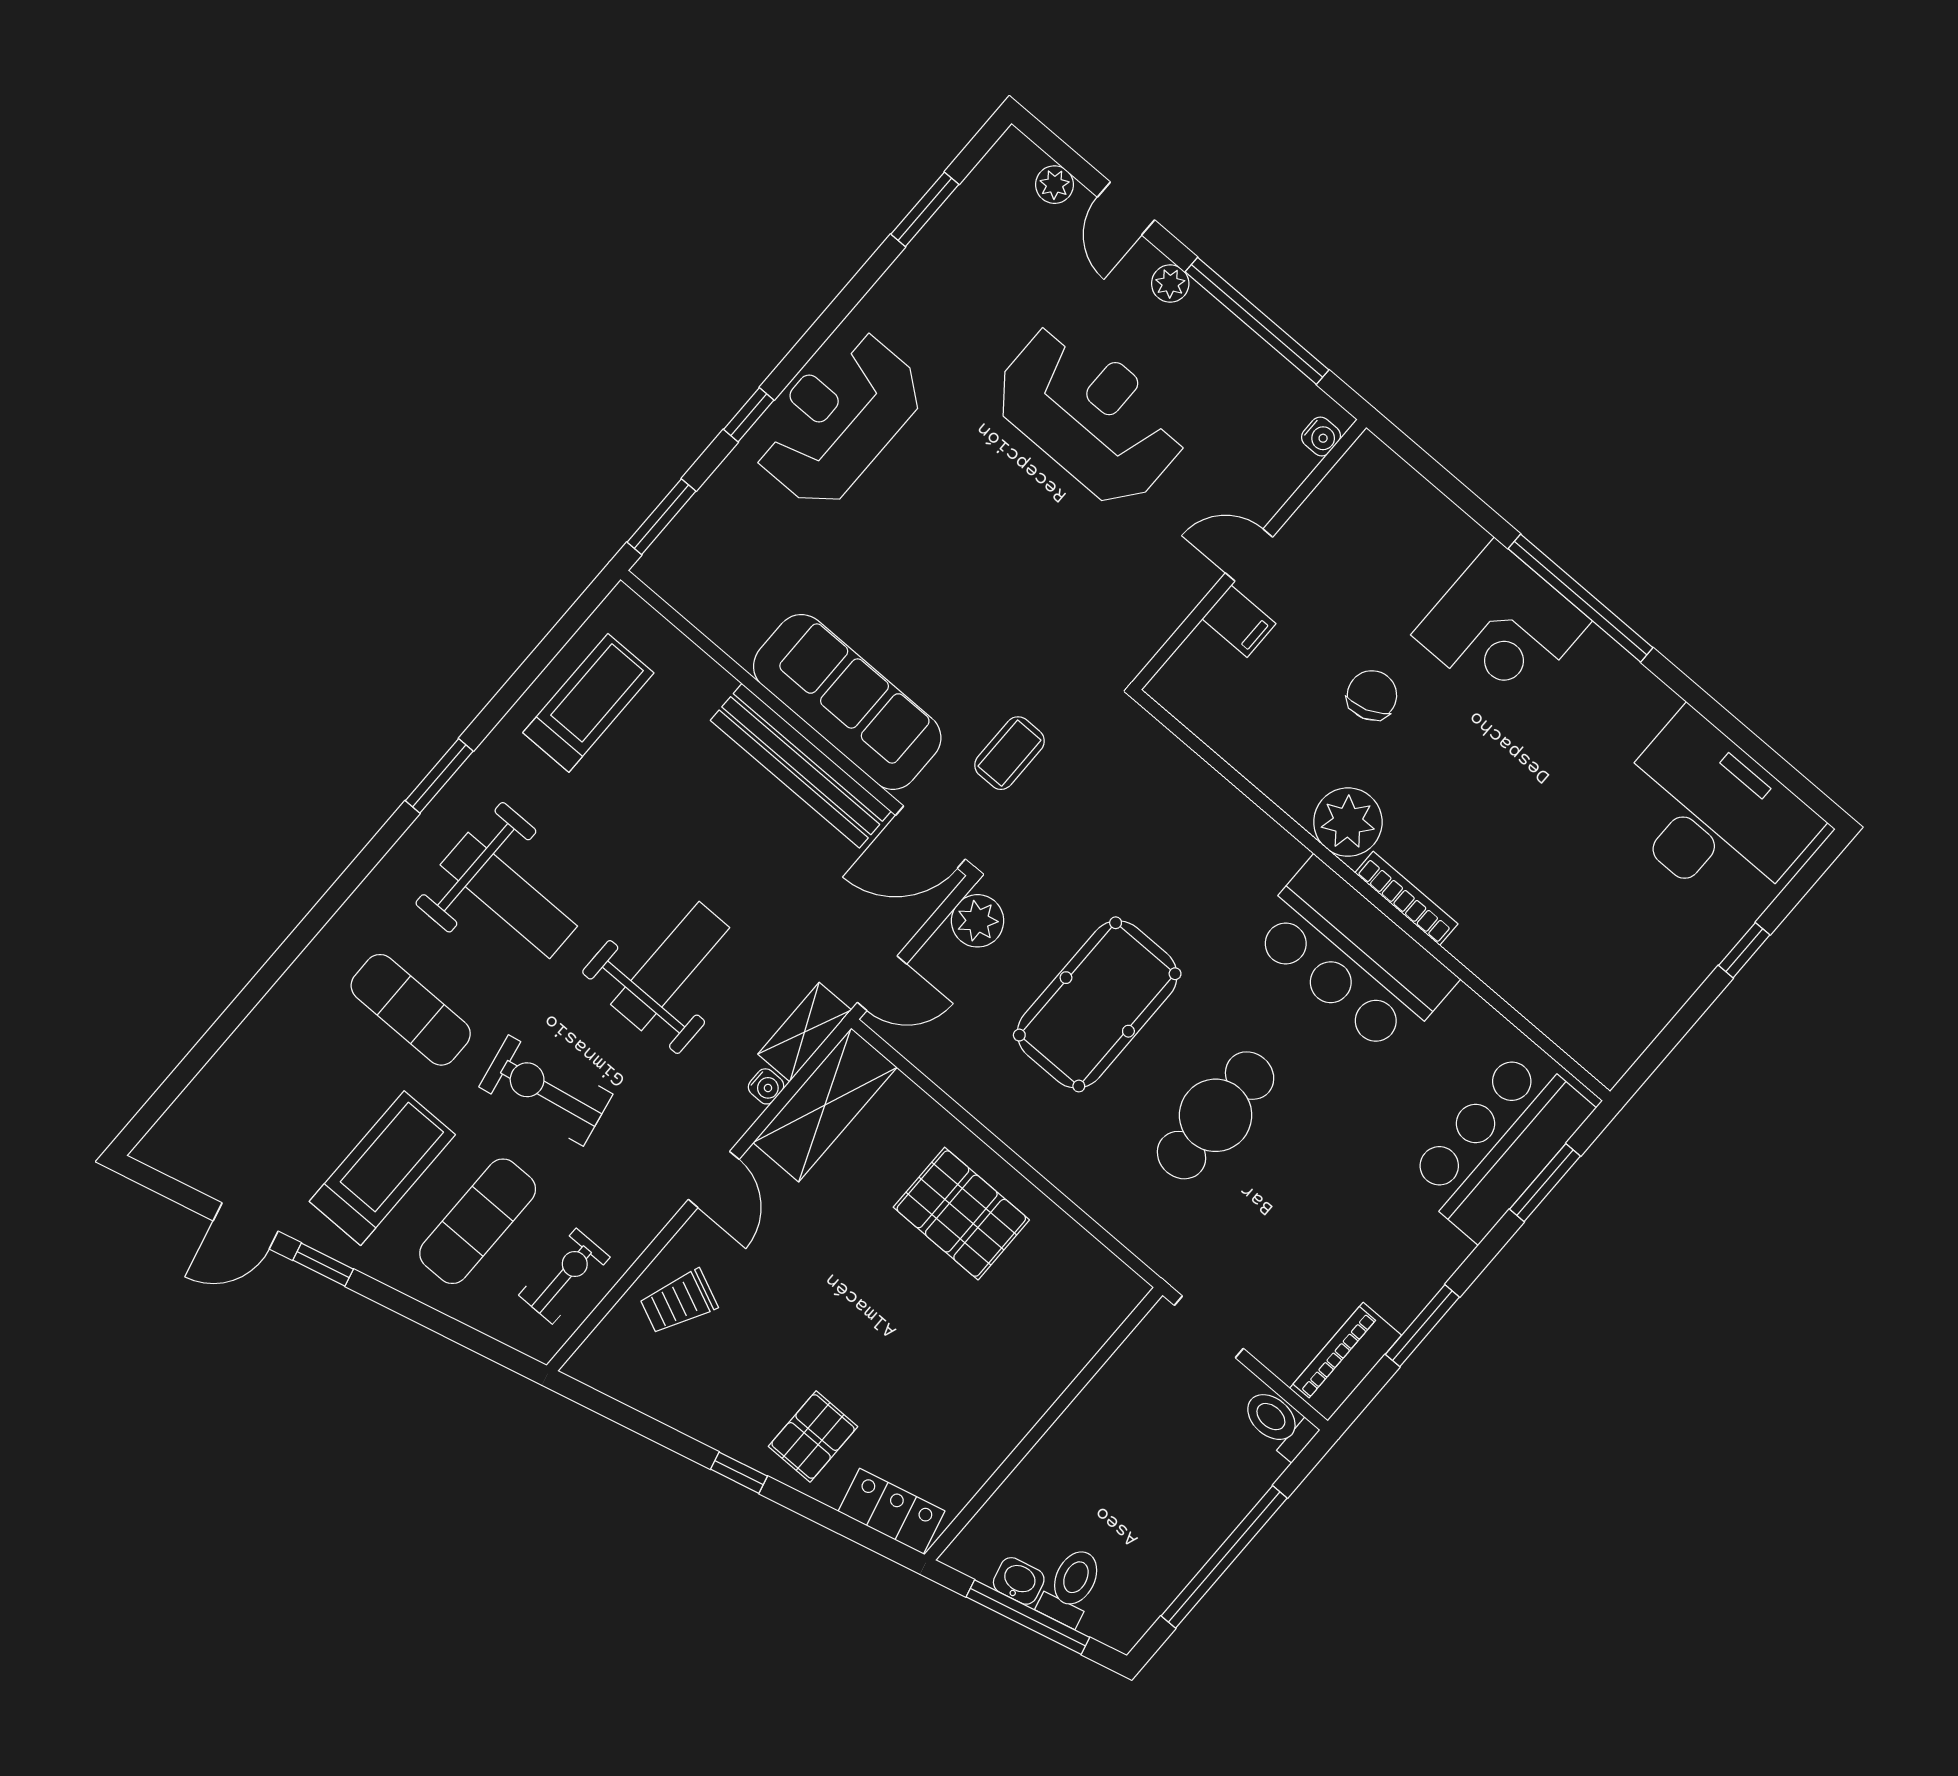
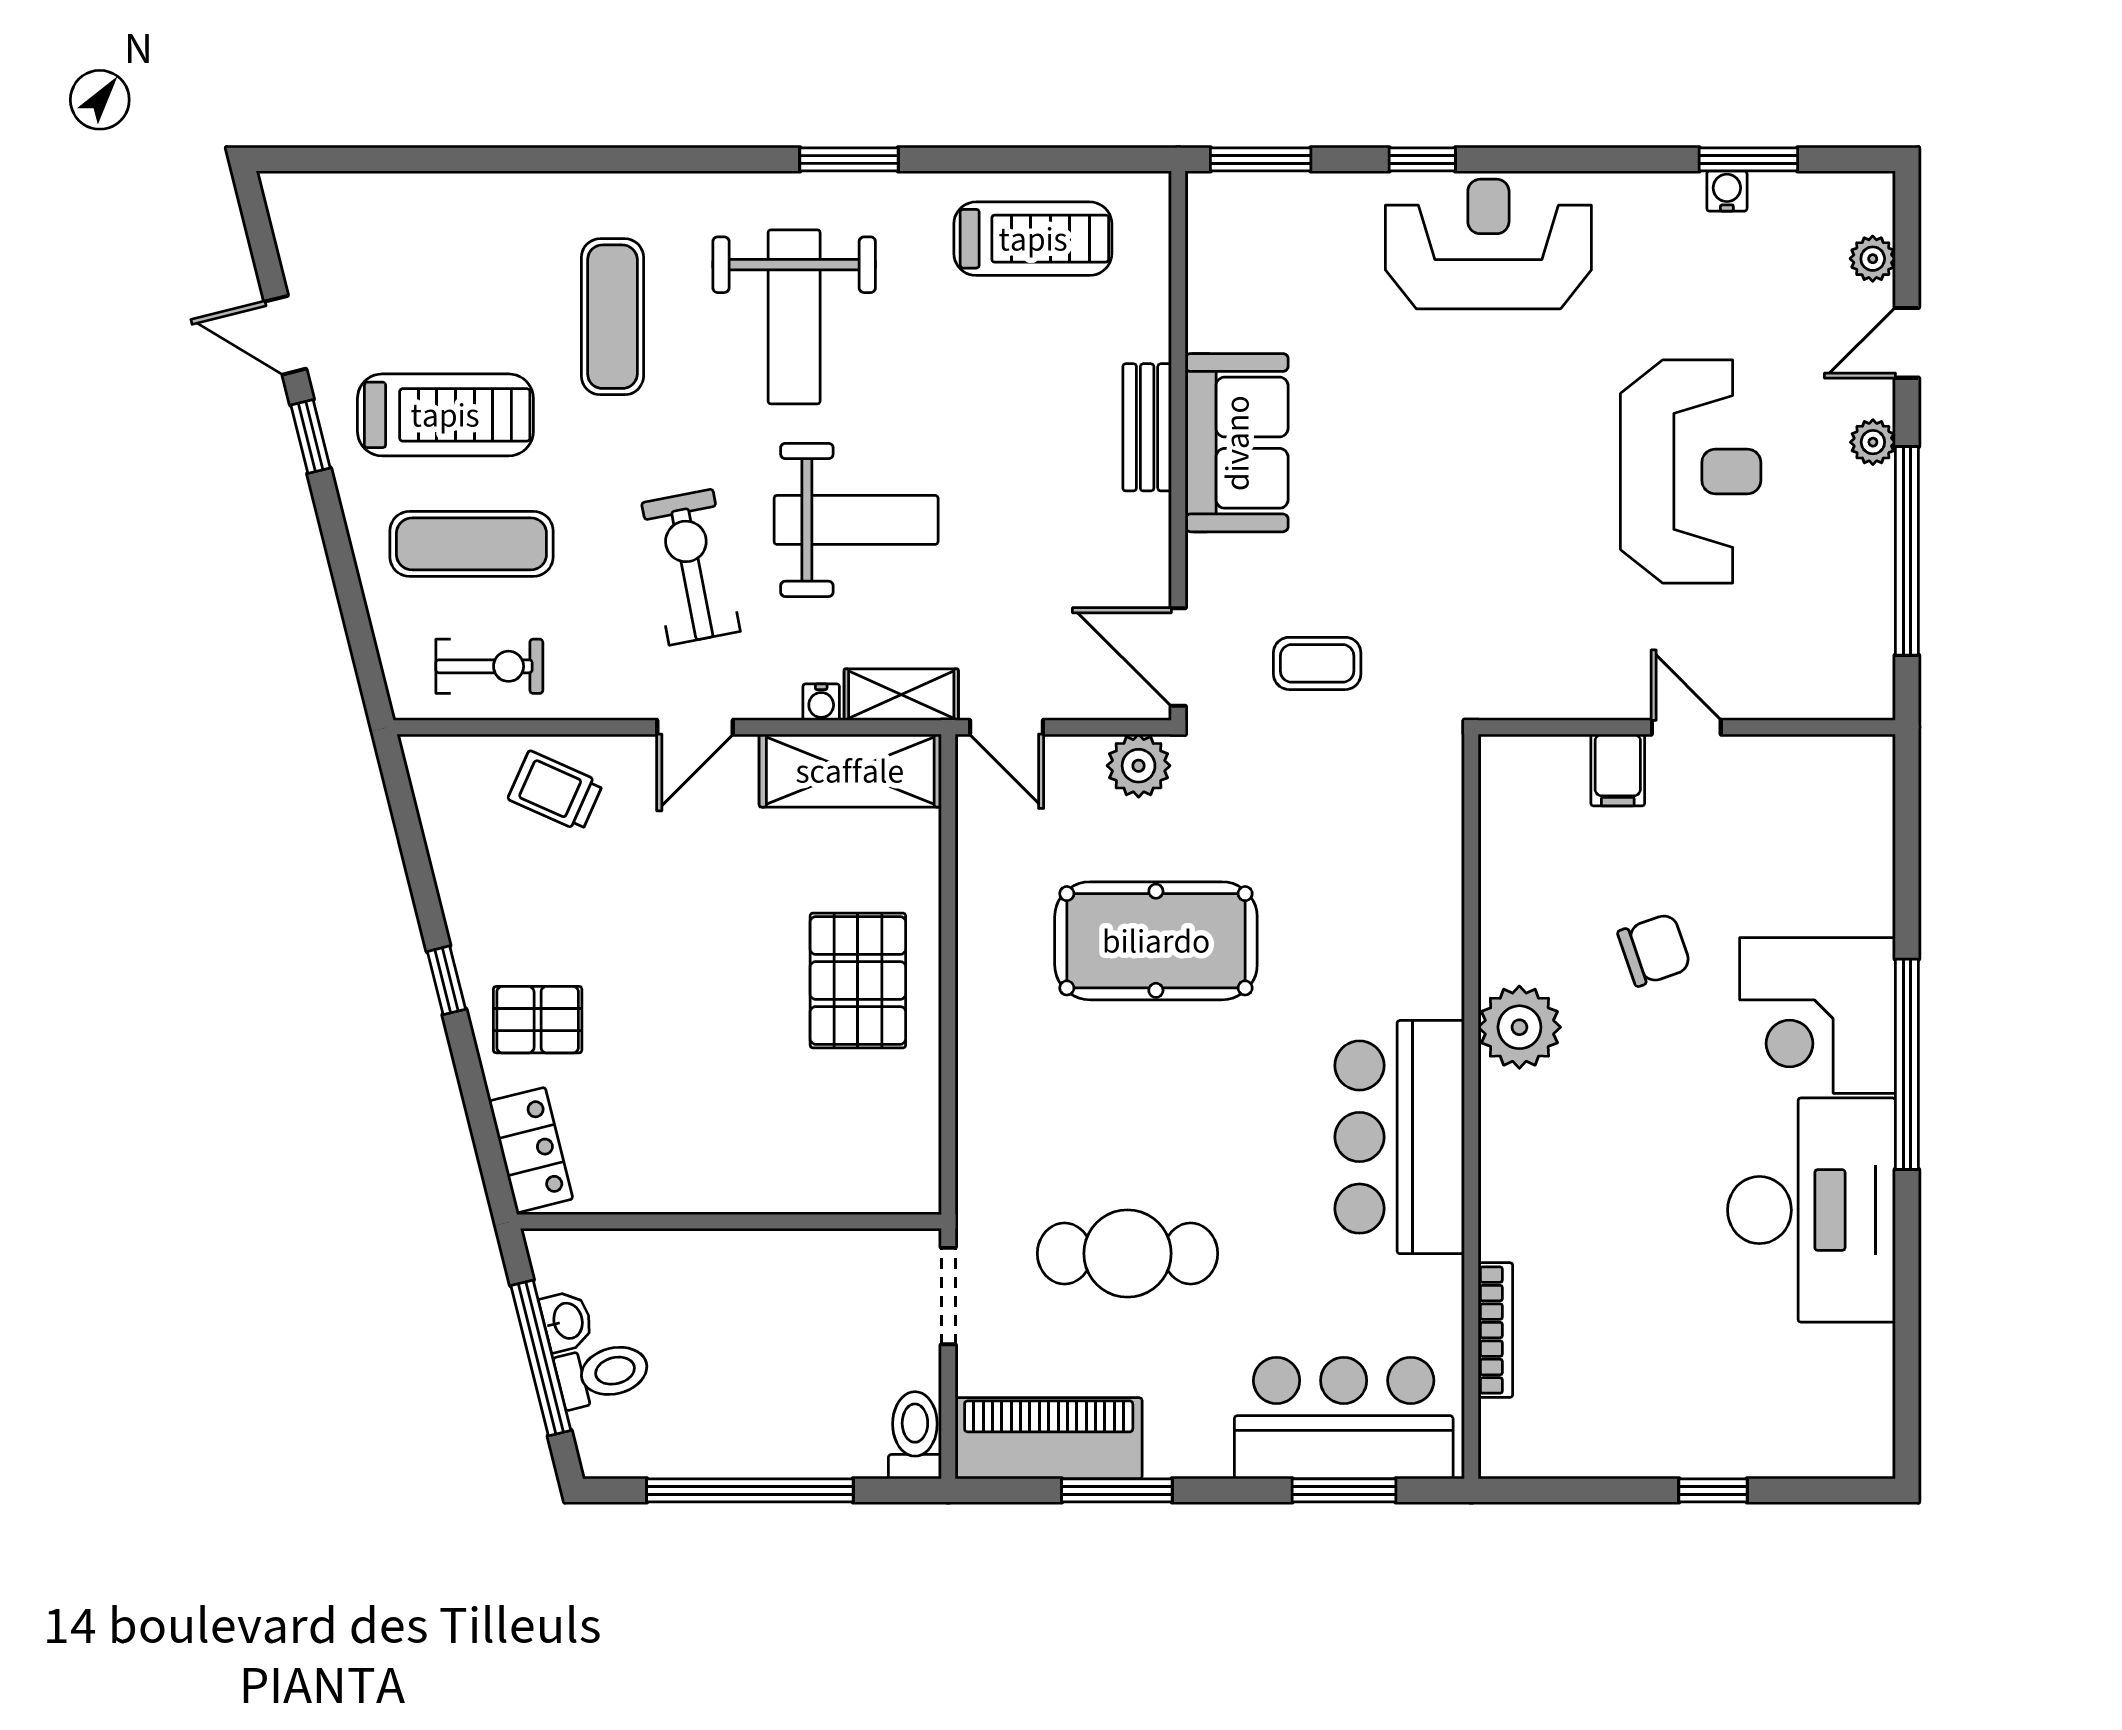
water cooler: (1321, 436) -> (1727, 191), moved, turned 180
sofa: (847, 702) -> (1237, 443), width x0.73
bench: (801, 766) -> (1147, 427), width x0.54, depth x0.82
desk: (1712, 815) -> (1811, 1210), moved
bookcase: (1406, 898) -> (1495, 1330), moved
exercise bike: (546, 1090) -> (691, 567), moved
cafe table: (1216, 1115) -> (1127, 1253), moved
piano: (1346, 1362) -> (1049, 1438), width x1.37, depth x1.33

